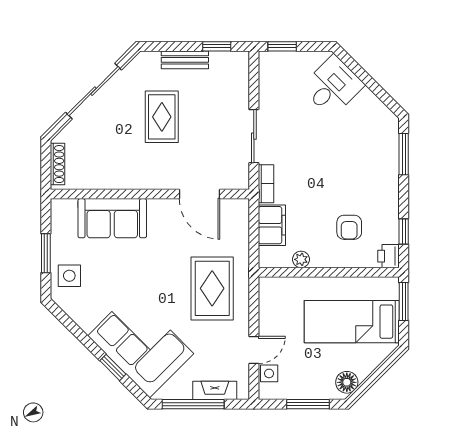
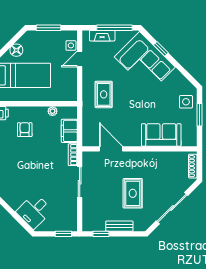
rug: (212, 288) -> (104, 94), width x0.73, depth x0.70
floor lamp: (347, 382) -> (16, 50), moved

